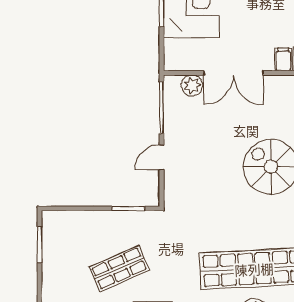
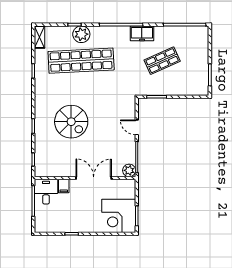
plant: (192, 85) -> (129, 170), moved
door: (162, 157) -> (137, 127), swing flipped

